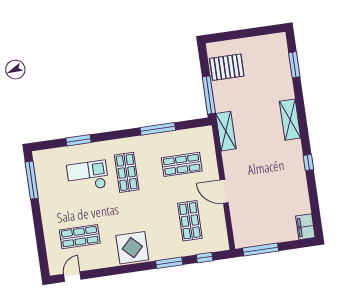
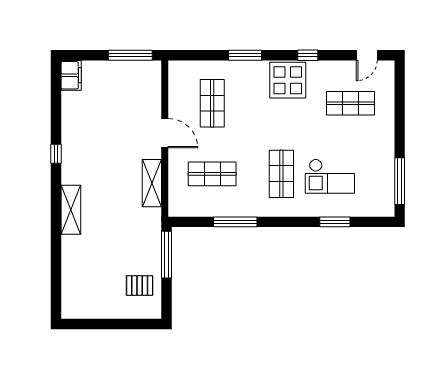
window: (294, 65) -> (56, 277), removed
pallet: (227, 67) -> (140, 286), width x0.67, depth x0.71
shelving: (226, 131) -> (152, 183), moved
window: (205, 258) -> (308, 55), moved

